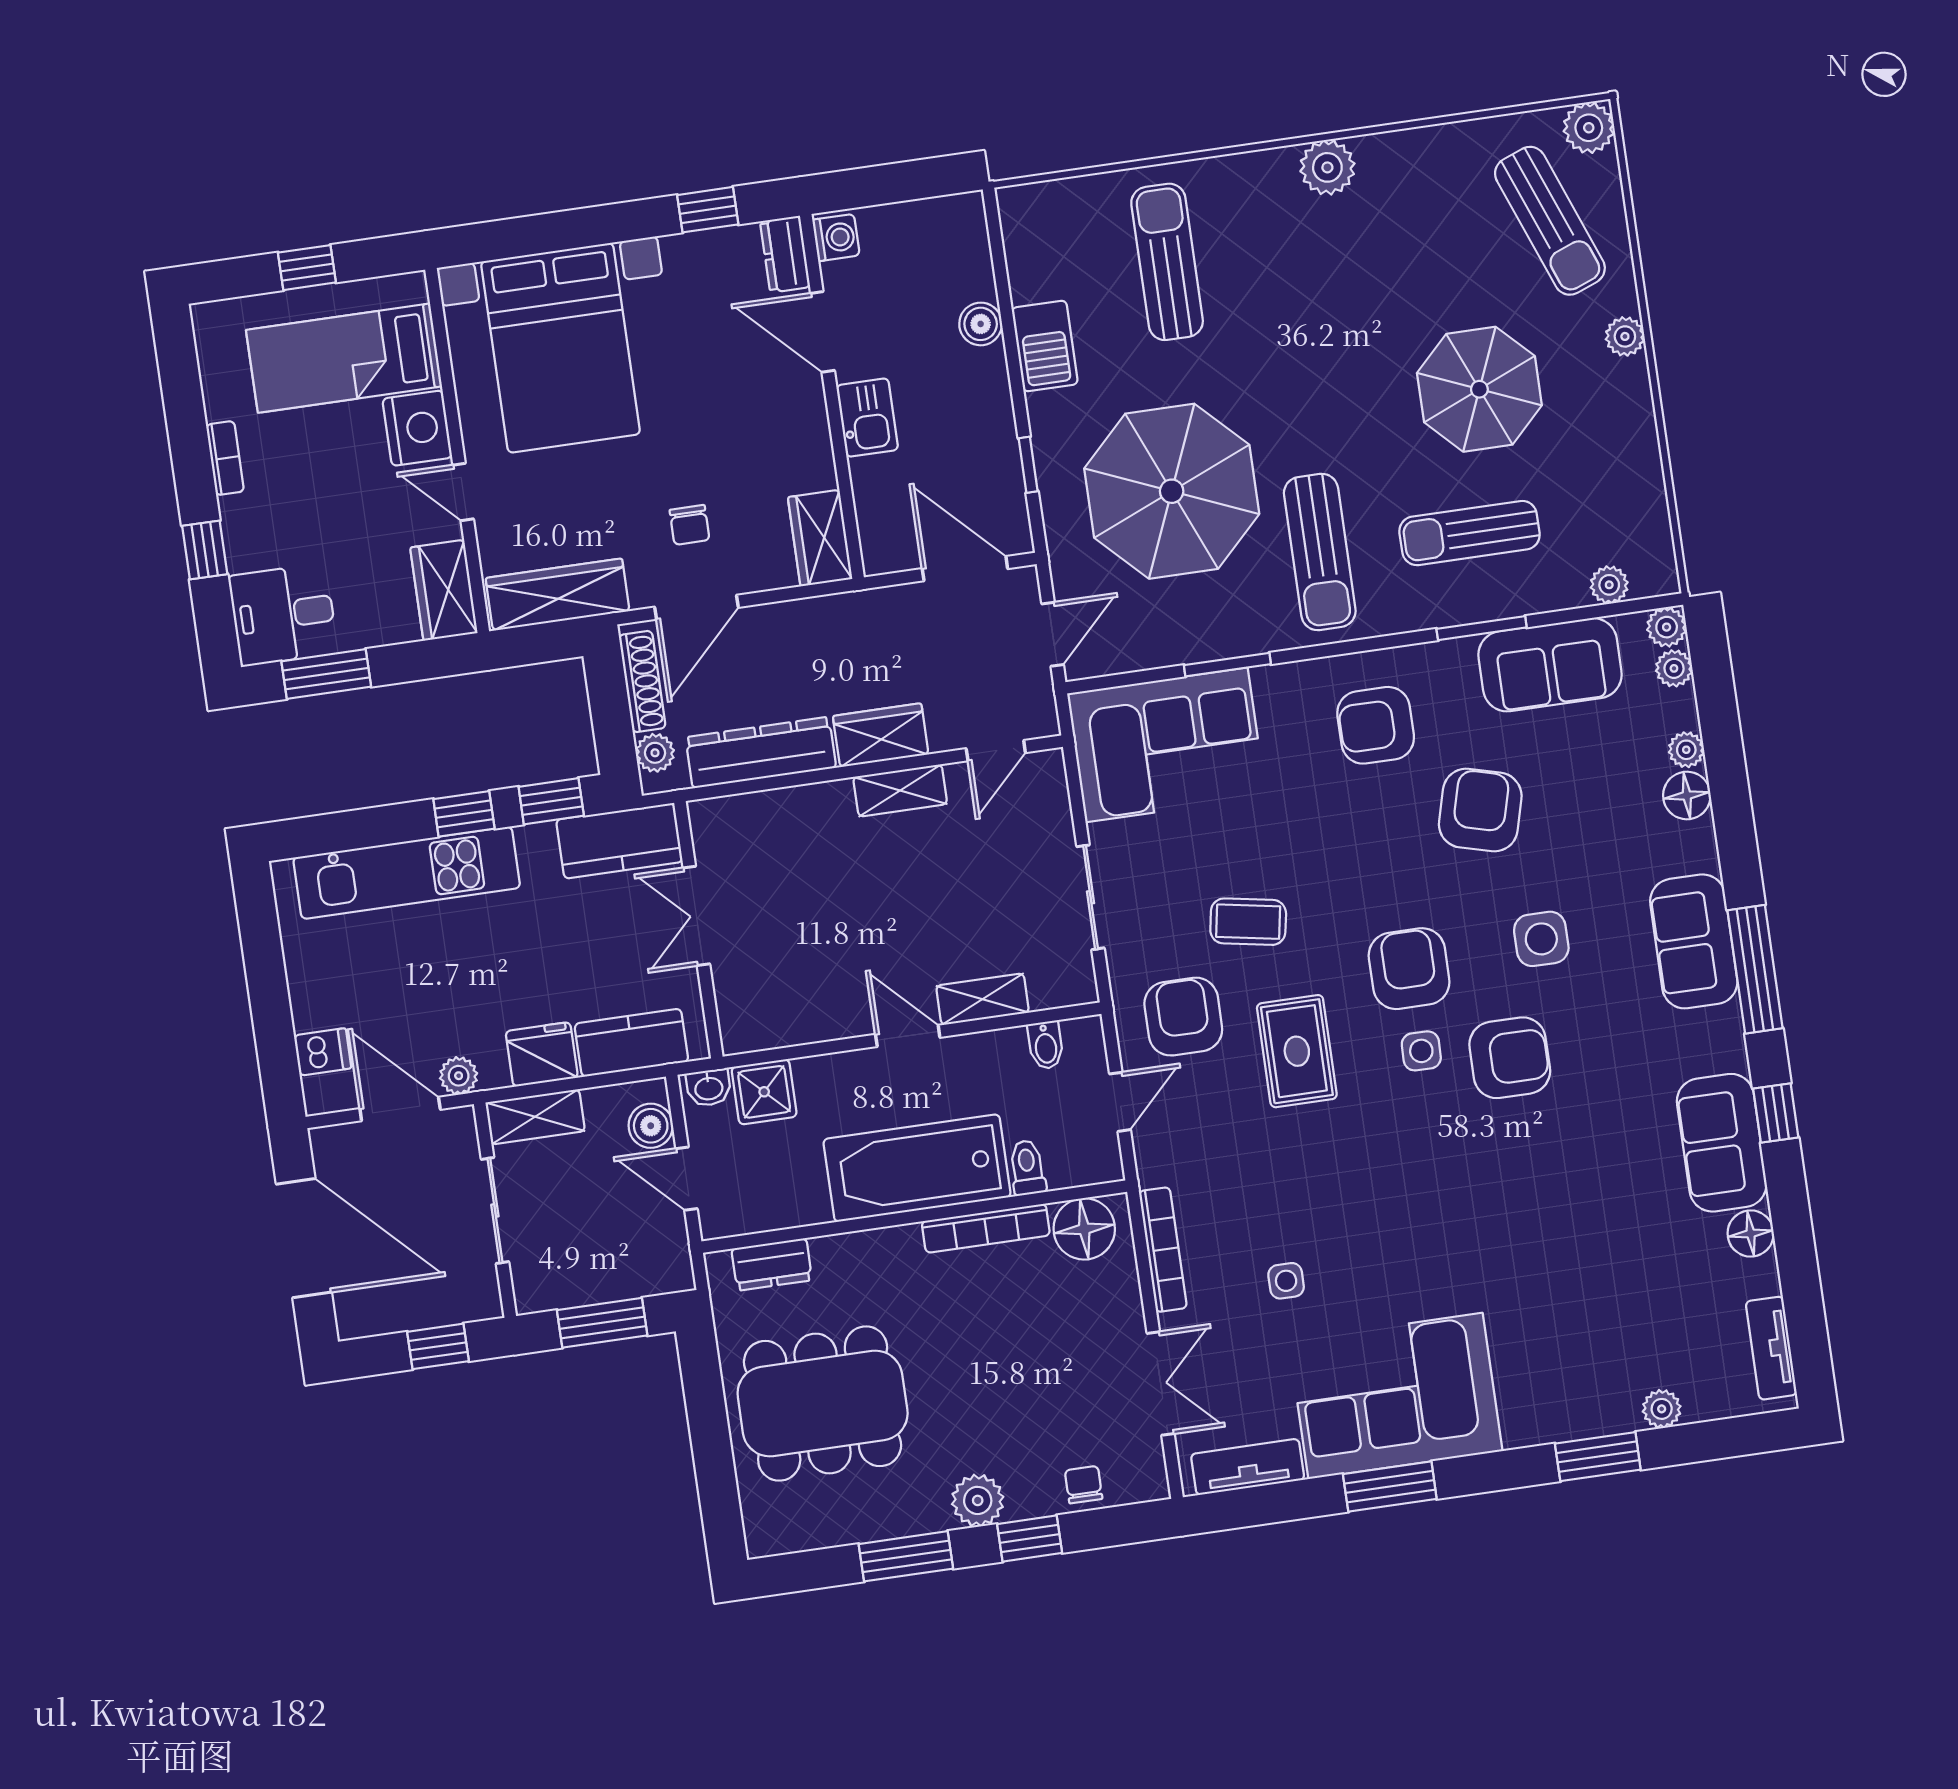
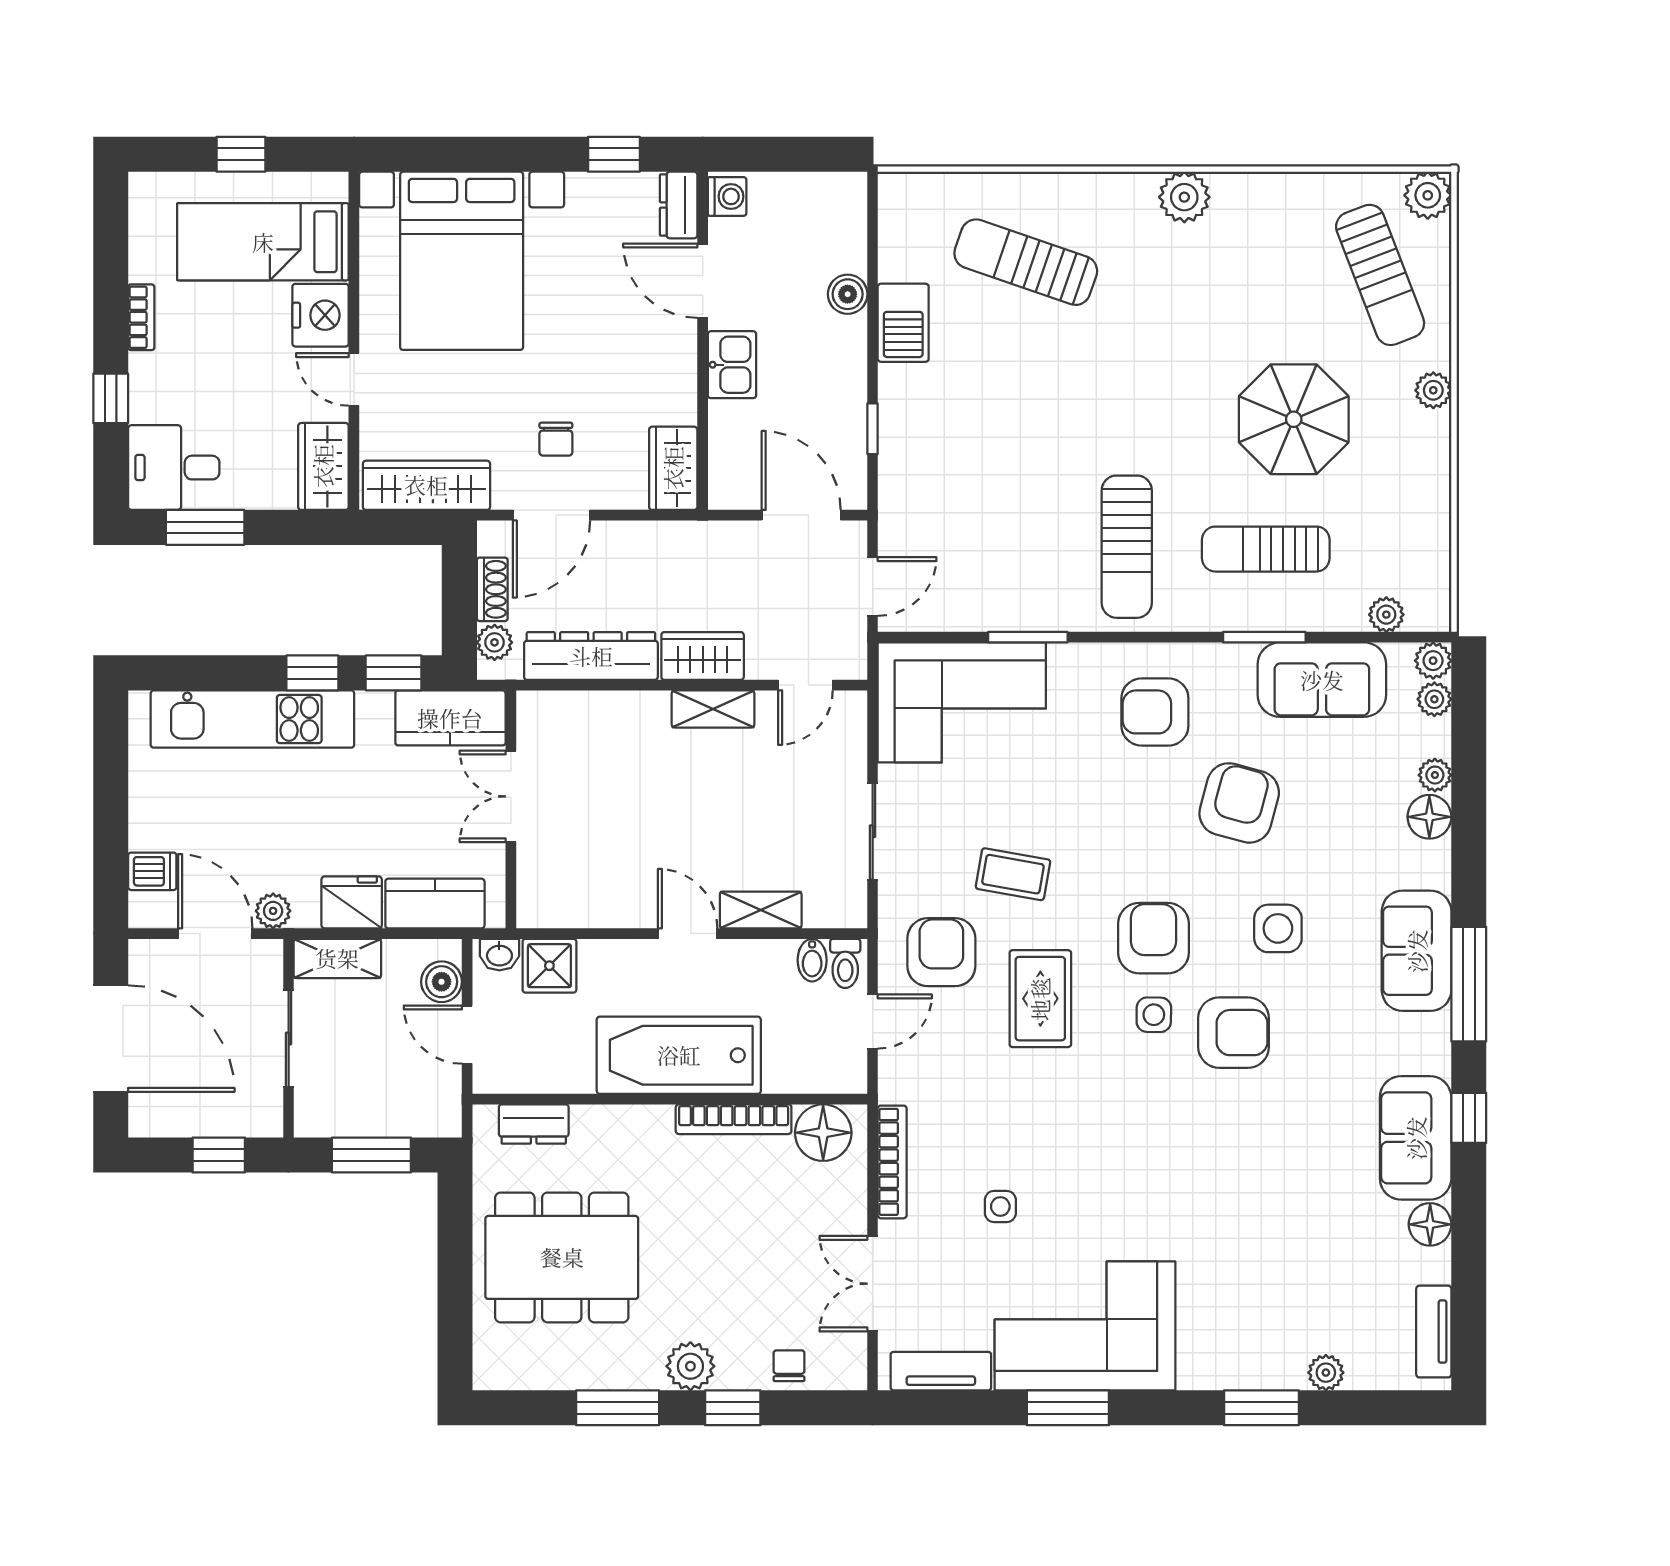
sun lounger: (1167, 262) -> (1026, 262), turned -71
parasol: (1172, 491) -> (1000, 472), removed
shoe rack: (642, 682) -> (492, 589), width x0.70
toilet: (1027, 1168) -> (845, 963), moved, turned 180
double door: (1161, 1384) -> (873, 1284), swing flipped

